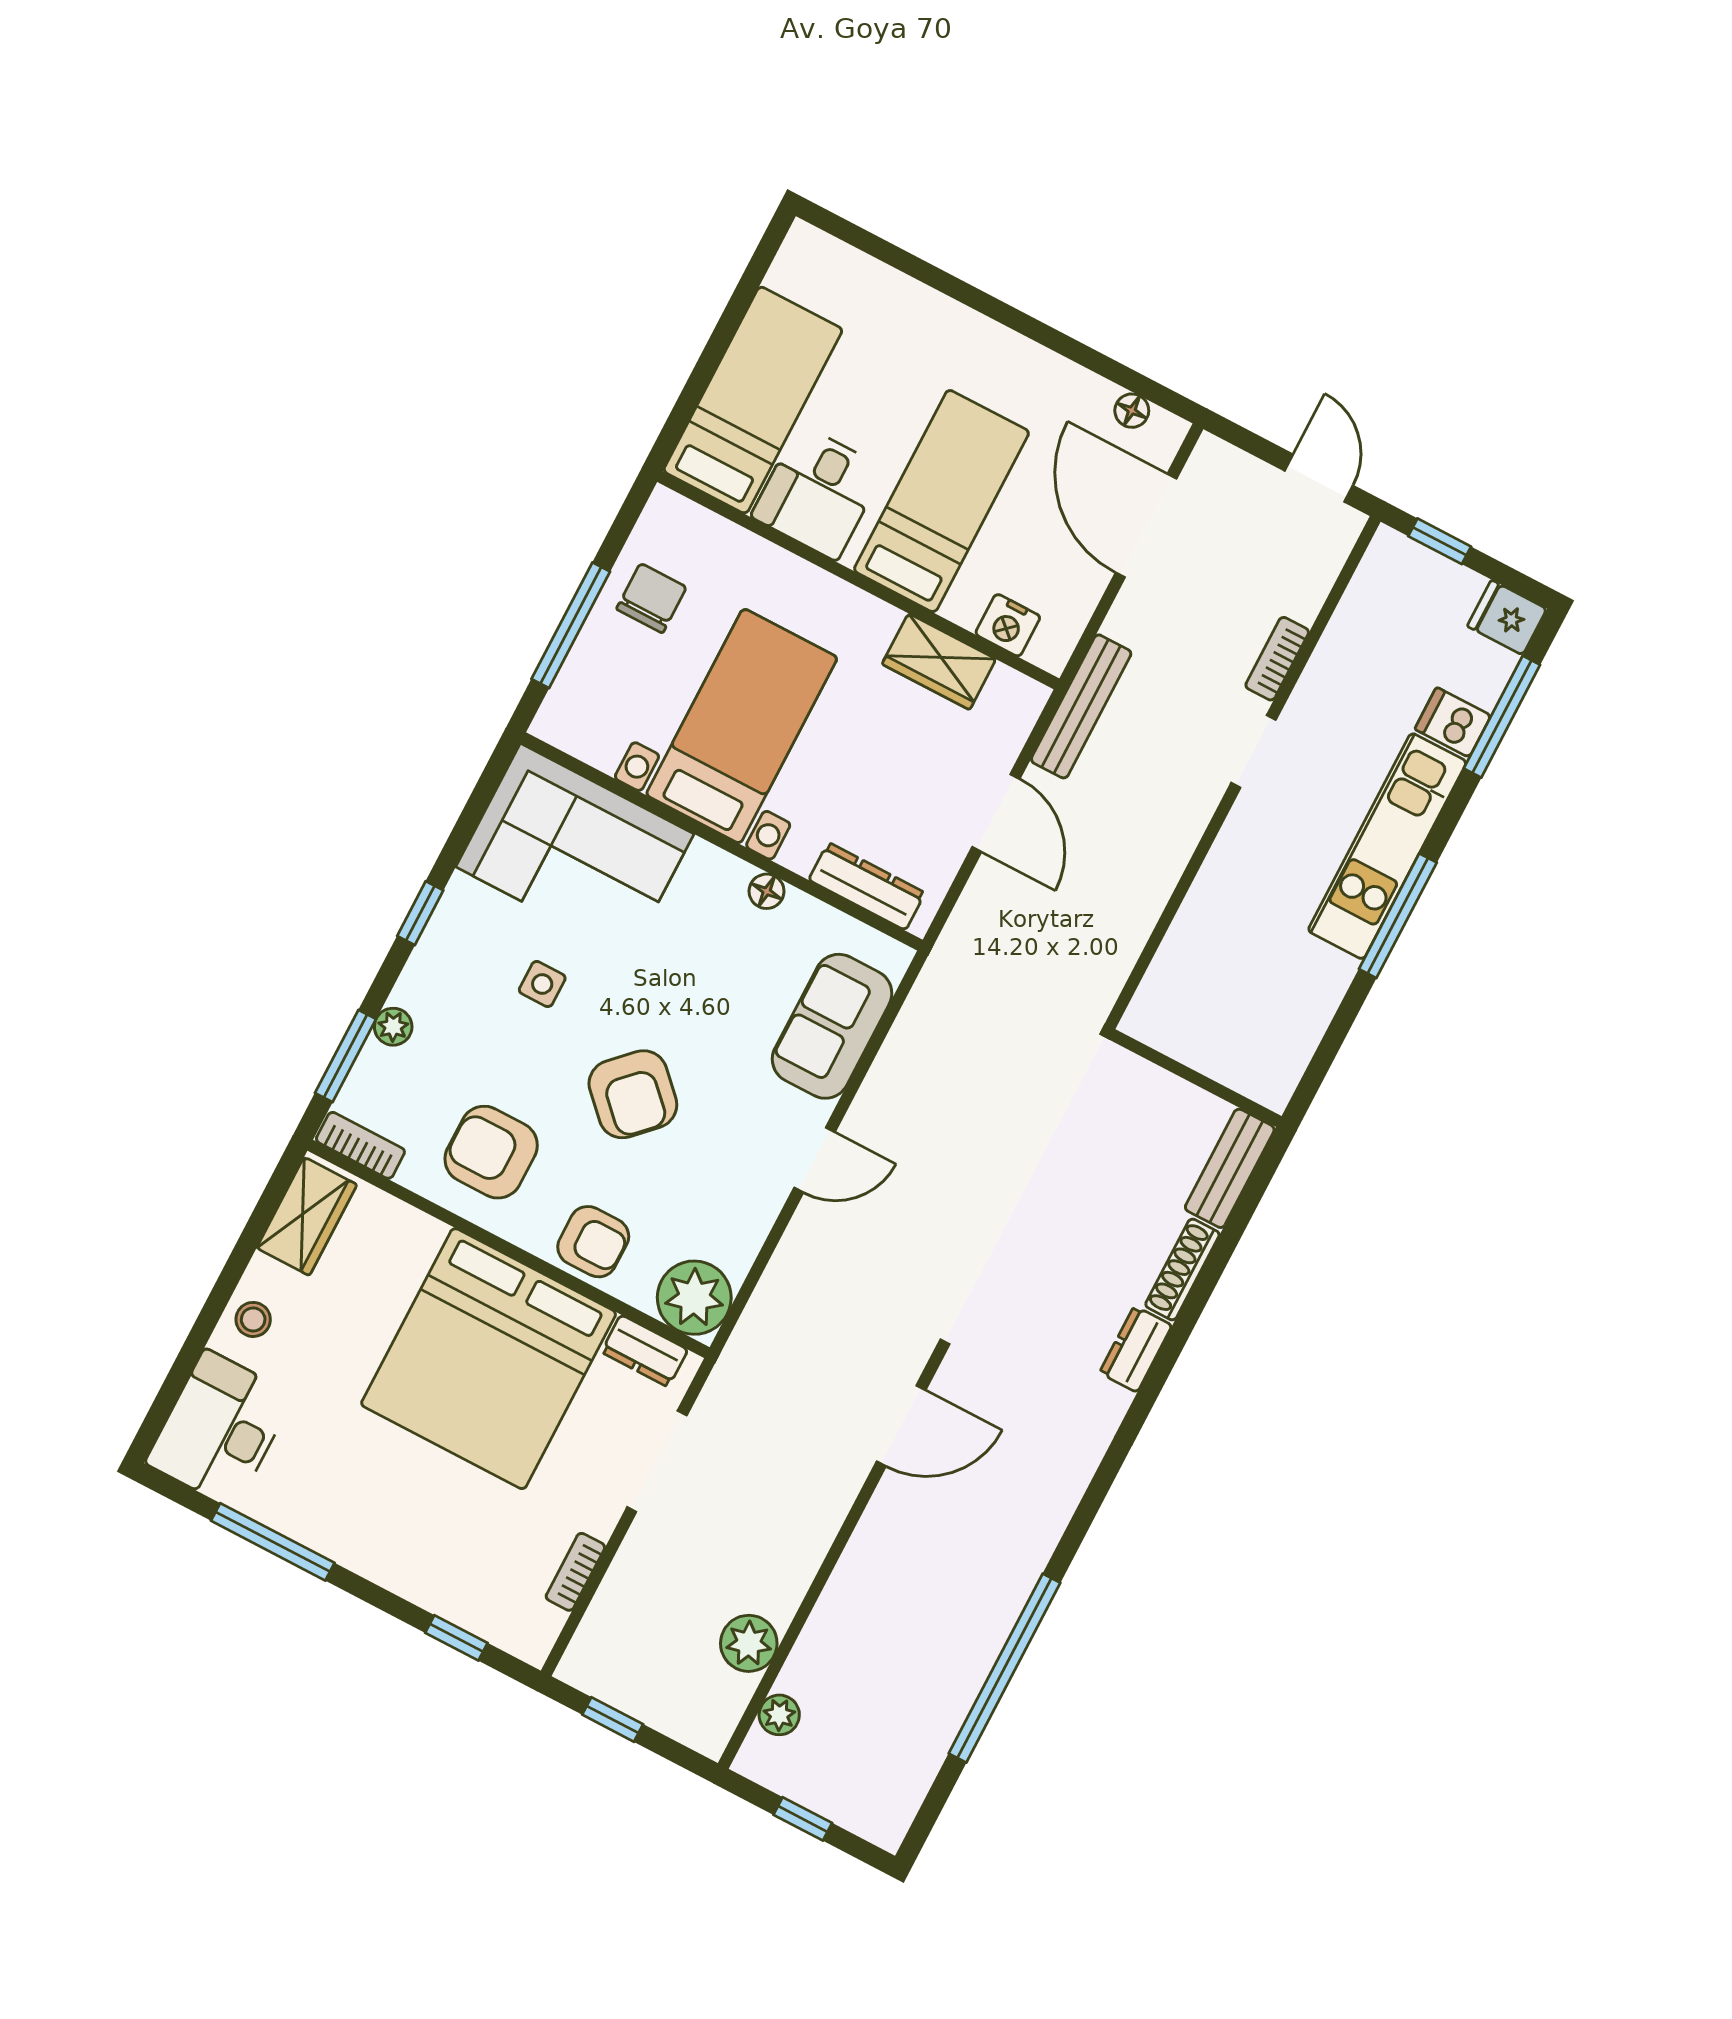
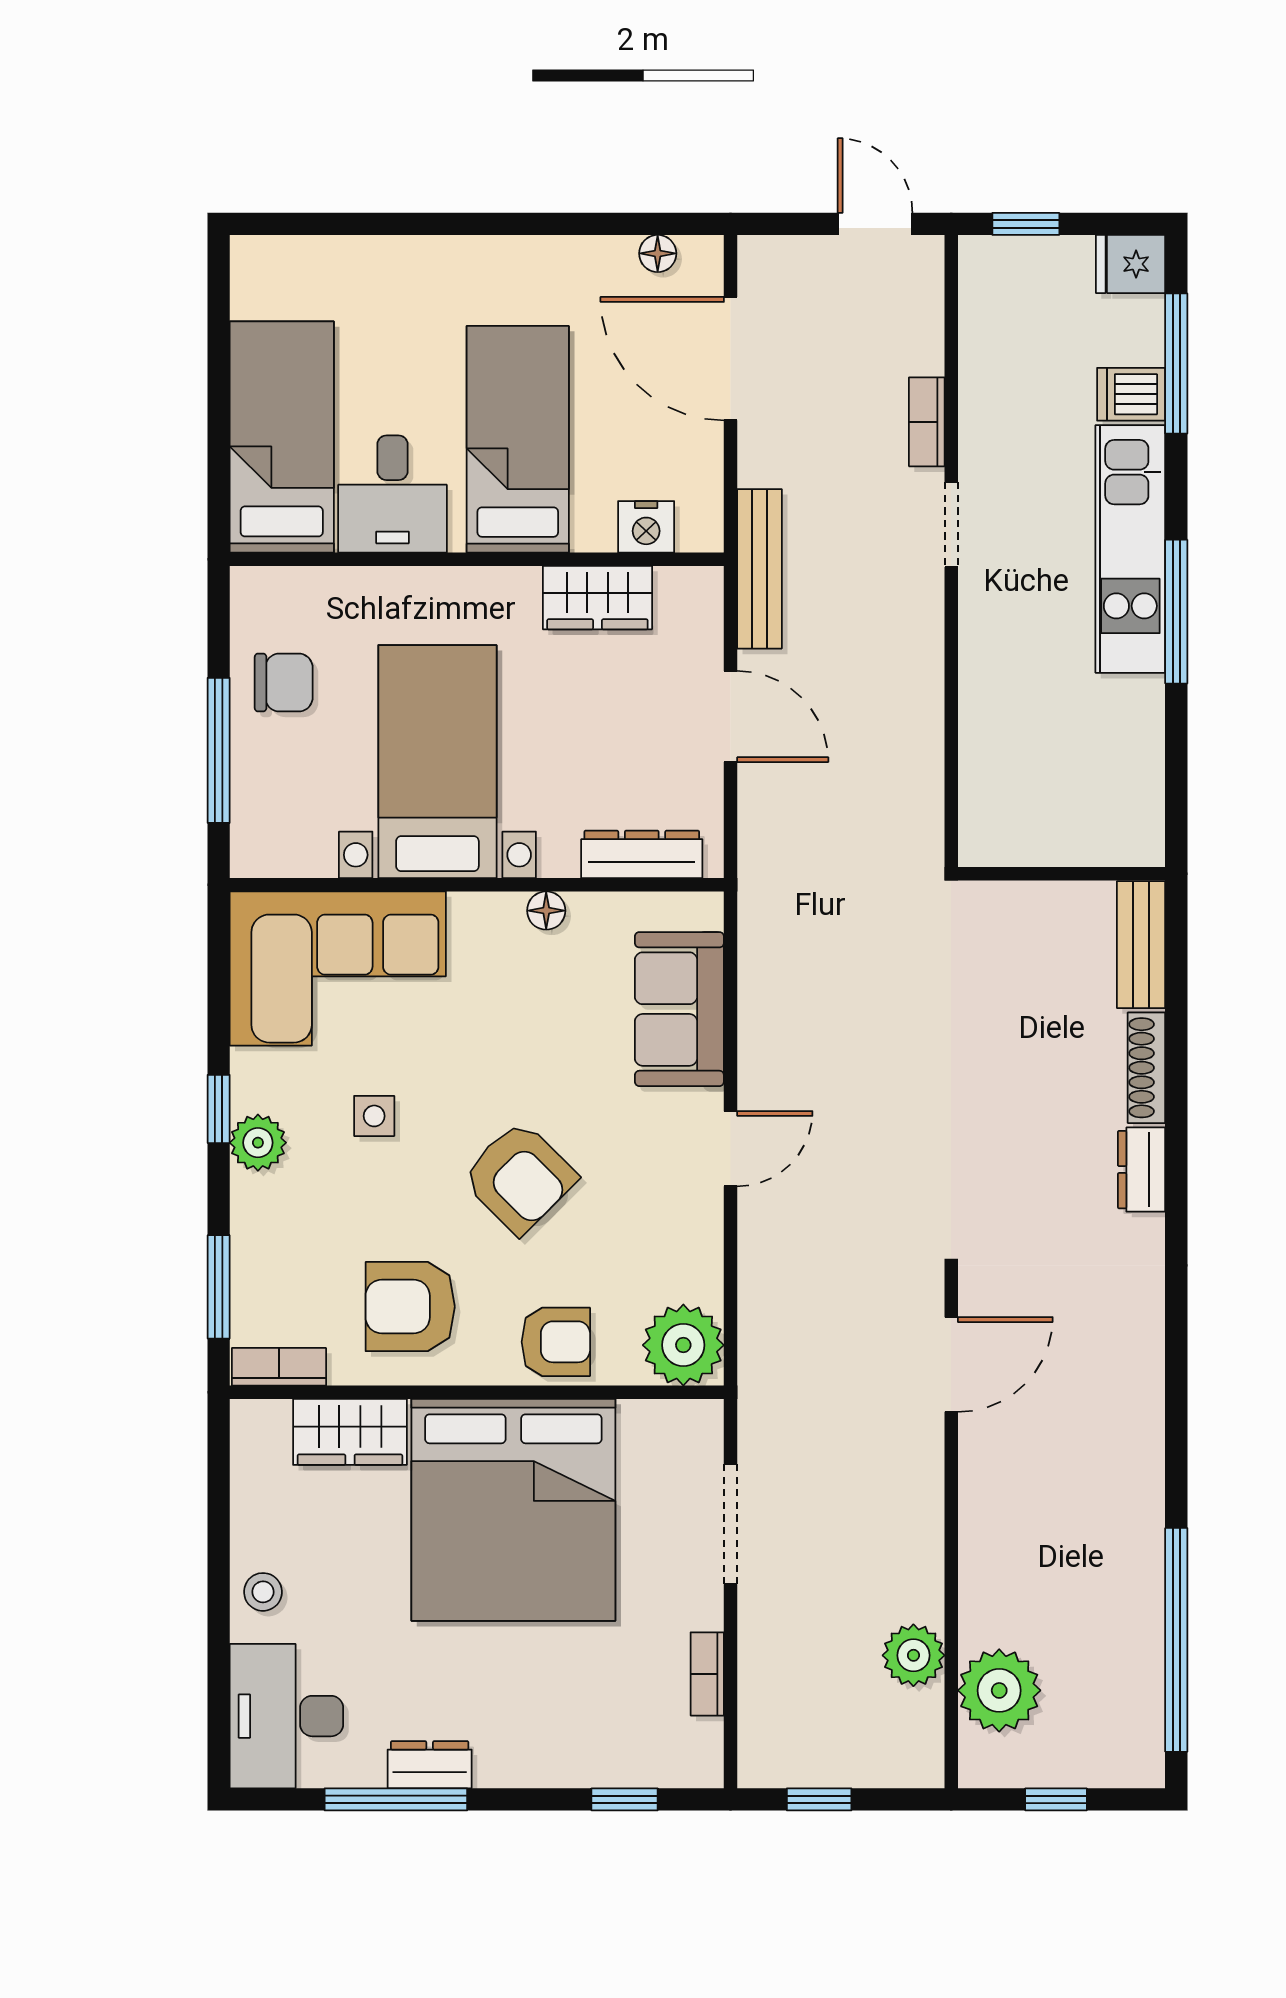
chair: (651, 598) -> (284, 683), turned 90
plant: (393, 1027) -> (258, 1143), moved, width x1.38, depth x1.38
wardrobe: (307, 1216) -> (350, 1432), moved, turned 90
dresser: (645, 1351) -> (430, 1765), moved, turned 180
window: (1004, 1668) -> (1176, 1640), moved
plant: (779, 1715) -> (999, 1690), width x1.88, depth x1.88

